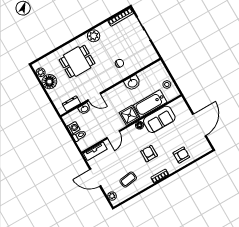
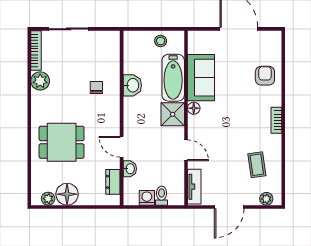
plant: (94, 36) -> (40, 81), moved
dining table: (77, 62) -> (62, 142), turned 90
door: (94, 97) -> (122, 147), swing flipped
armchair: (149, 154) -> (238, 117), removed

